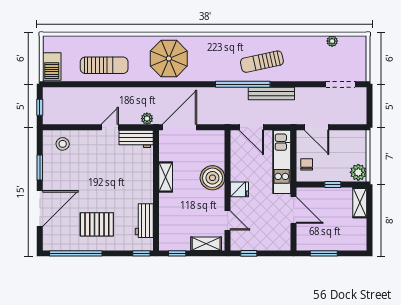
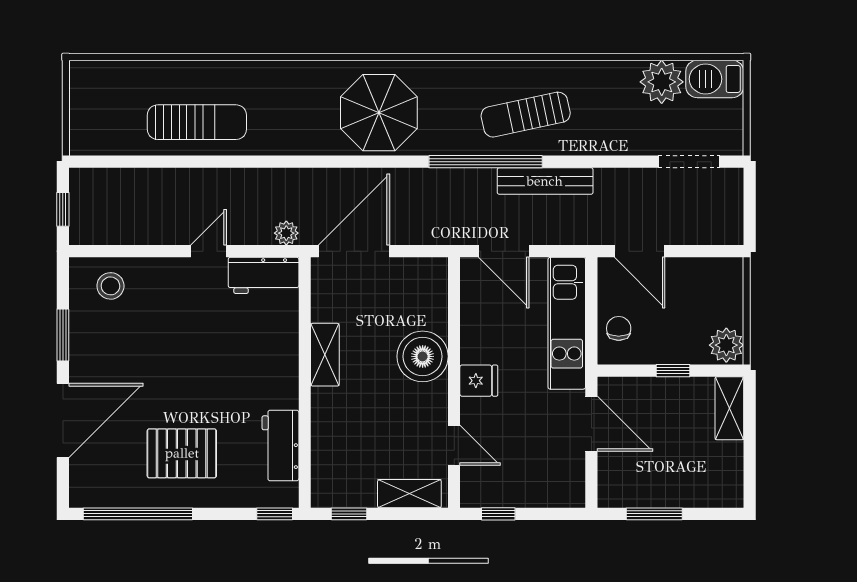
plant: (332, 41) -> (662, 82), width x1.87, depth x1.87
parasol: (169, 58) -> (379, 113), moved
barbecue: (52, 66) -> (715, 79), moved, turned 90

